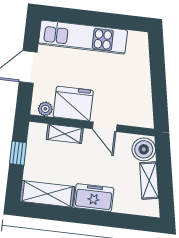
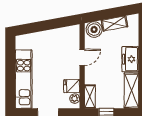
fridge: (73, 104) -> (72, 86), width x0.53, depth x0.75
shelving: (65, 134) -> (90, 97), moved

